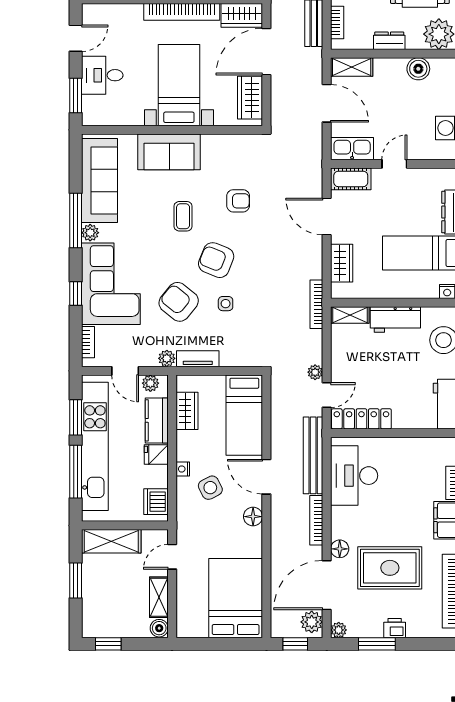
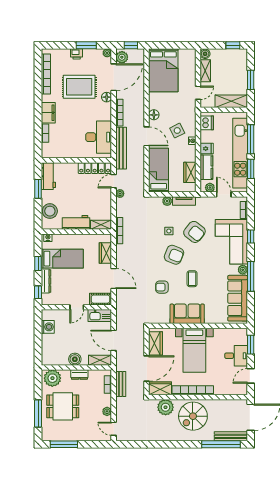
boiler: (418, 69) -> (75, 359), moved
sofa: (169, 152) -> (187, 314), moved
plant: (167, 358) -> (167, 201), moved

